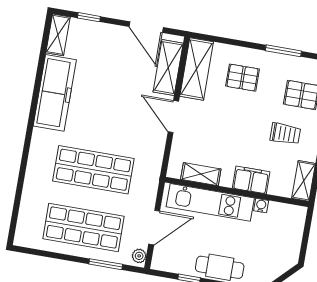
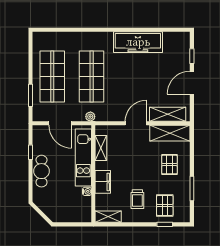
door: (146, 27) -> (192, 83), moved
shelving: (58, 35) -> (177, 38), removed
plant: (139, 256) -> (90, 117), moved

